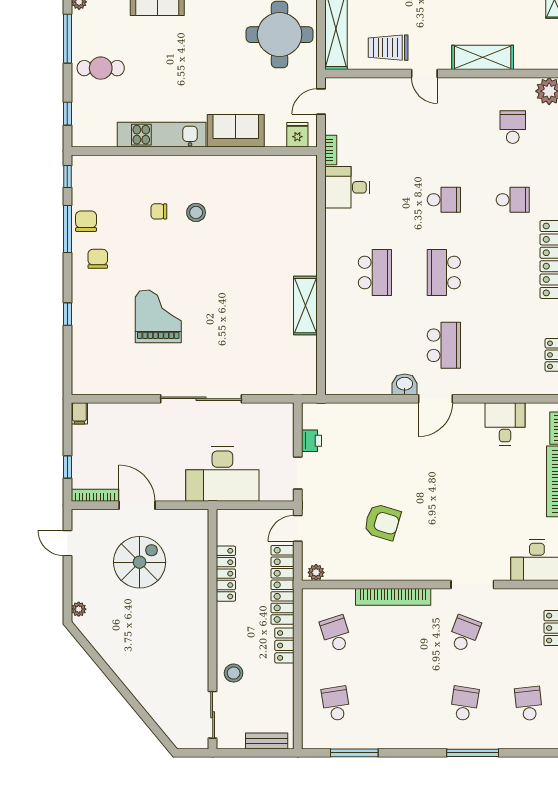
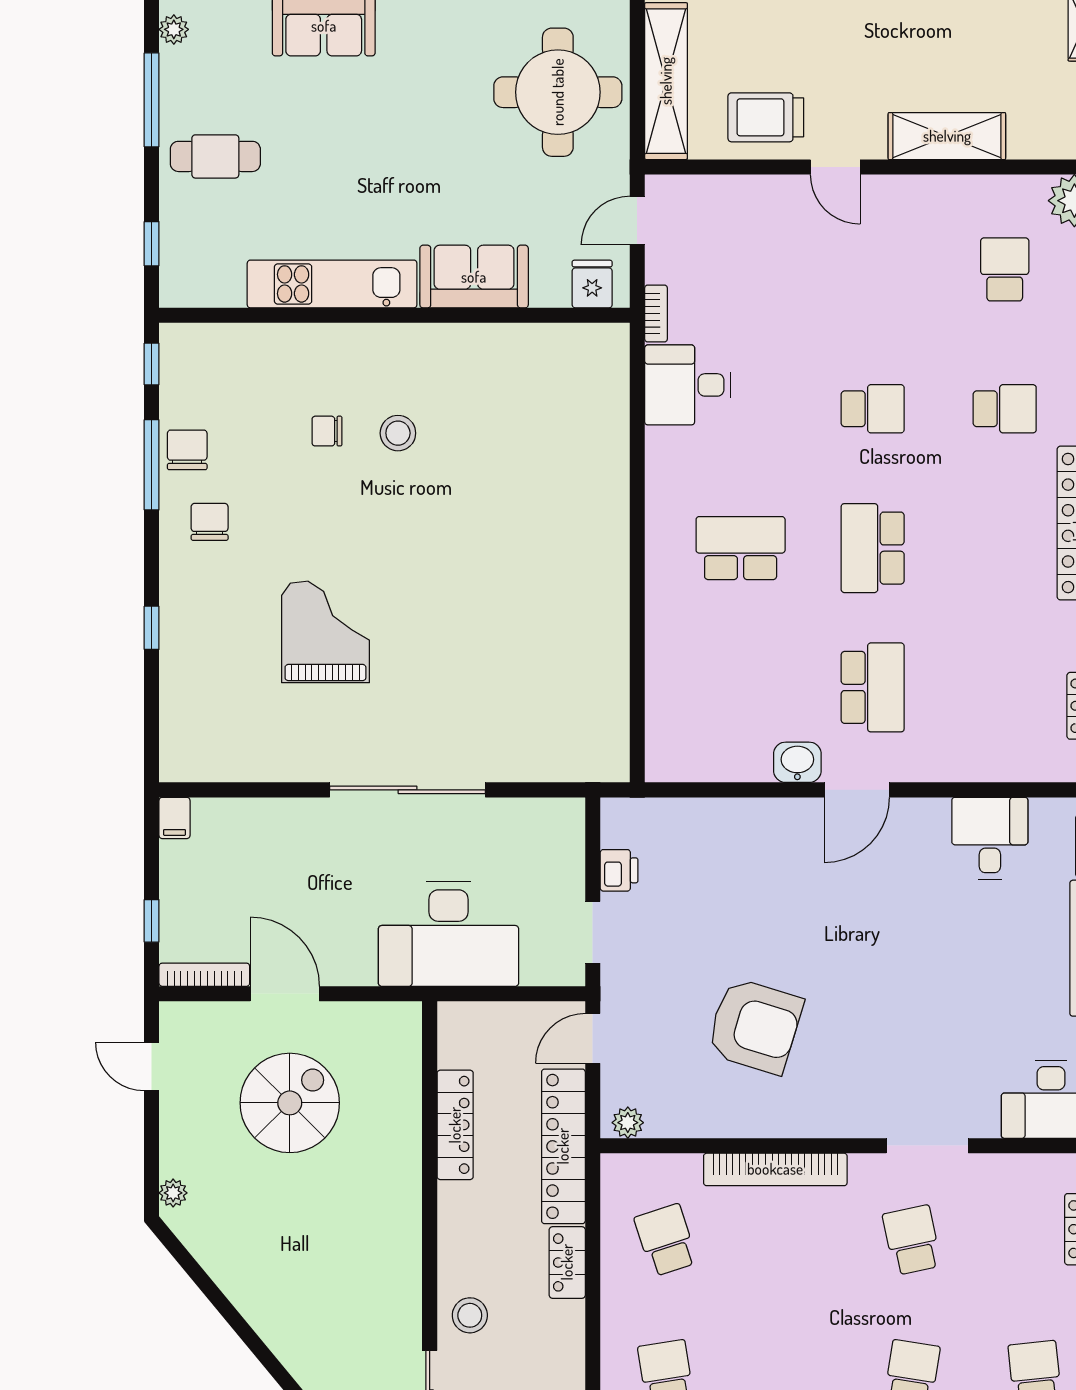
school desk: (375, 273) -> (741, 548), turned -90
shelving: (305, 306) -> (607, 611), removed
armchair: (382, 522) -> (755, 1026), width x1.36, depth x1.36
school desk: (464, 634) -> (912, 1240), turned -33

